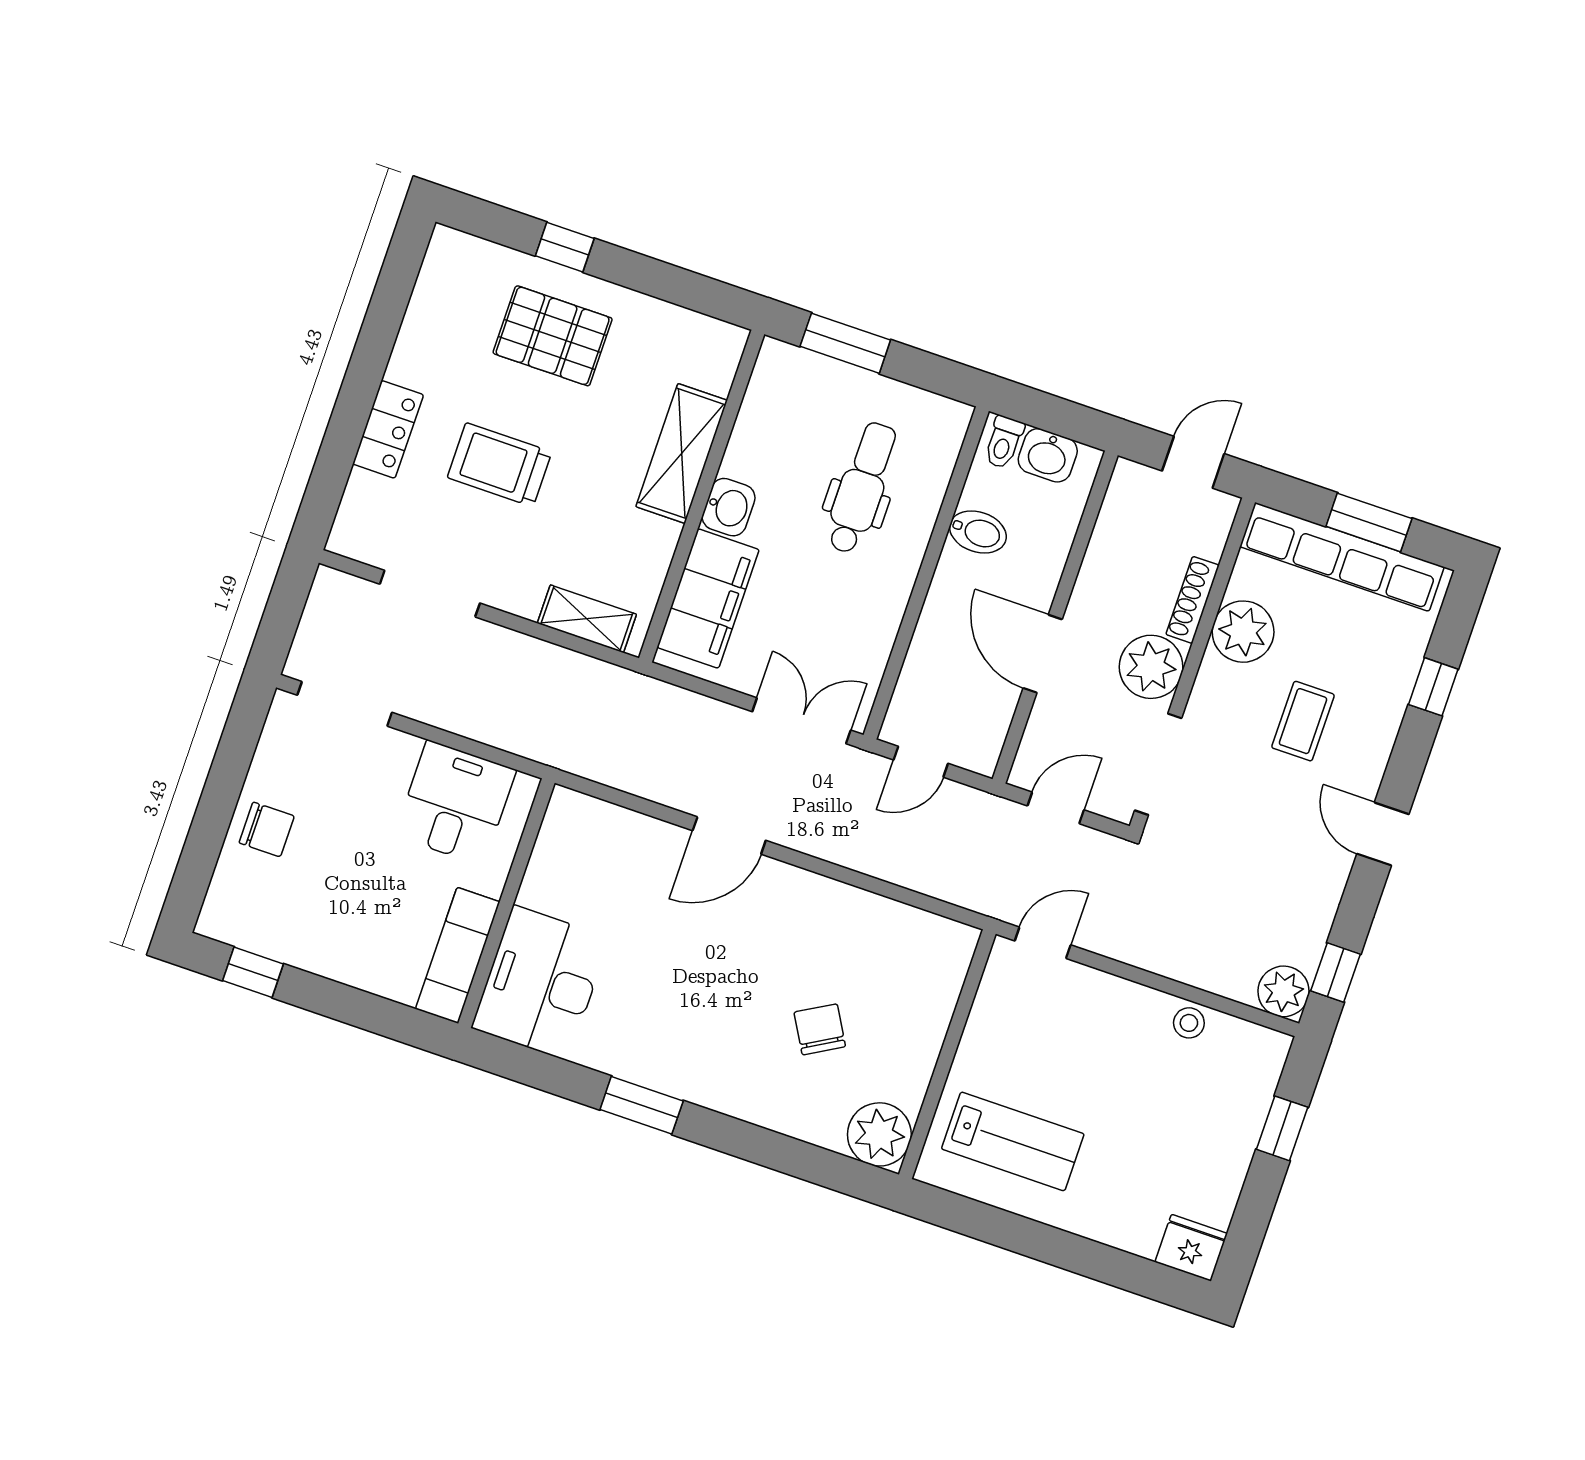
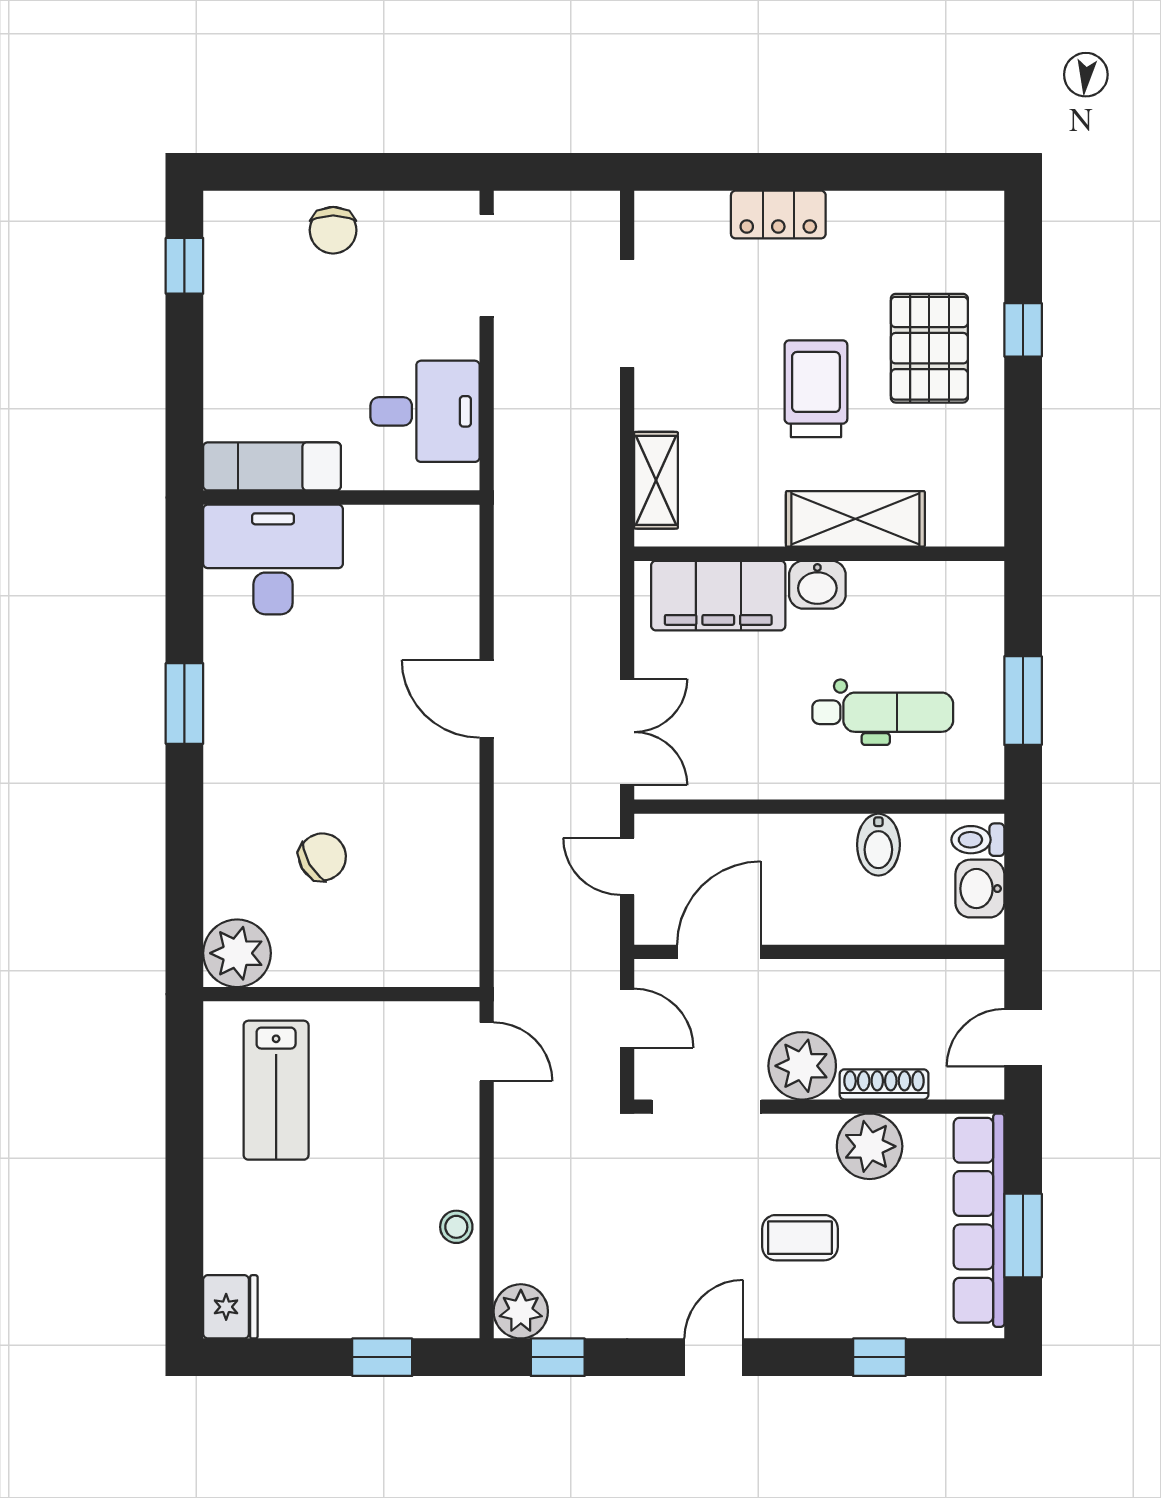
window: (845, 343) -> (1023, 701), moved
door: (1193, 462) -> (1023, 1038), swing flipped
trolley: (500, 465) -> (816, 389), moved
door: (1043, 654) -> (719, 952), moved

